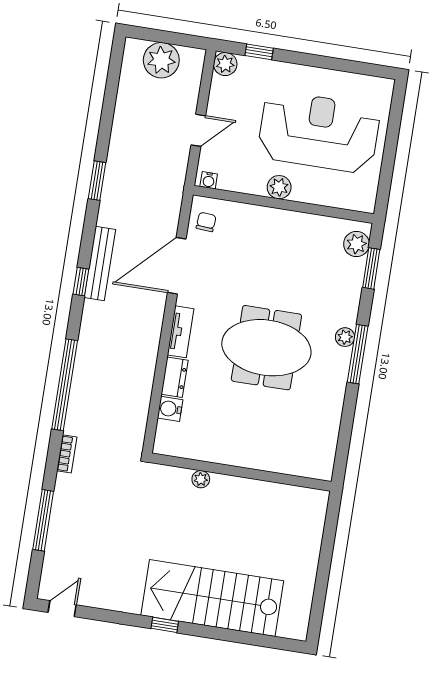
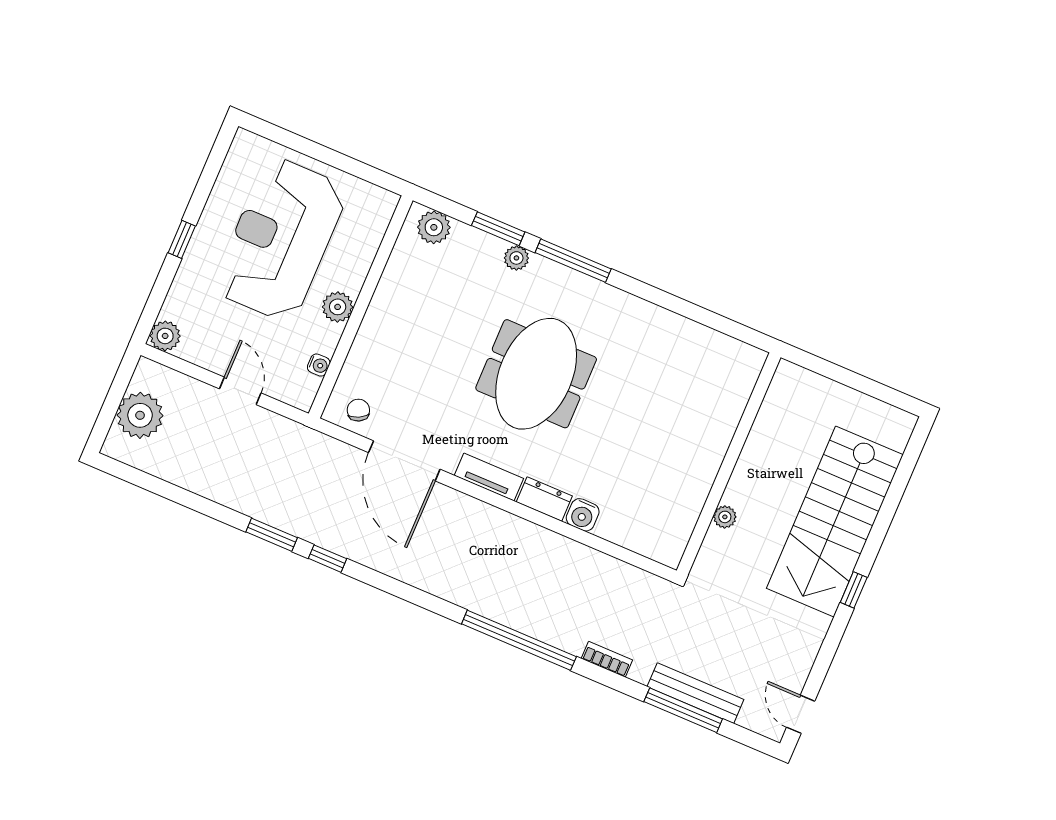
window: (259, 52) -> (182, 239), moved
water cooler: (209, 180) -> (319, 365), moved
chair: (206, 222) -> (358, 410), turned 59
bench: (100, 264) -> (695, 693), moved
window: (371, 268) -> (498, 229), moved
window: (81, 282) -> (328, 559), moved
plant: (345, 337) -> (516, 258), moved
wall: (241, 472) -> (729, 464), moved
plant: (201, 479) -> (725, 517), moved

